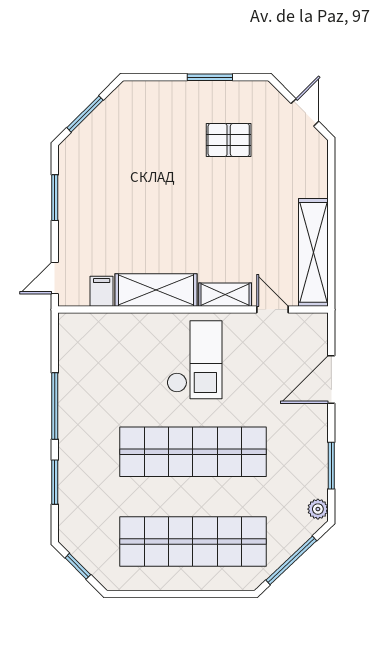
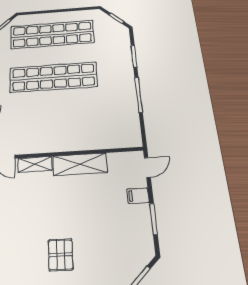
pallet: (229, 140) -> (61, 255), moved, turned 90
filing cabinet: (102, 291) -> (138, 196), moved, turned 90
checkout: (194, 360) -> (54, 126), removed

